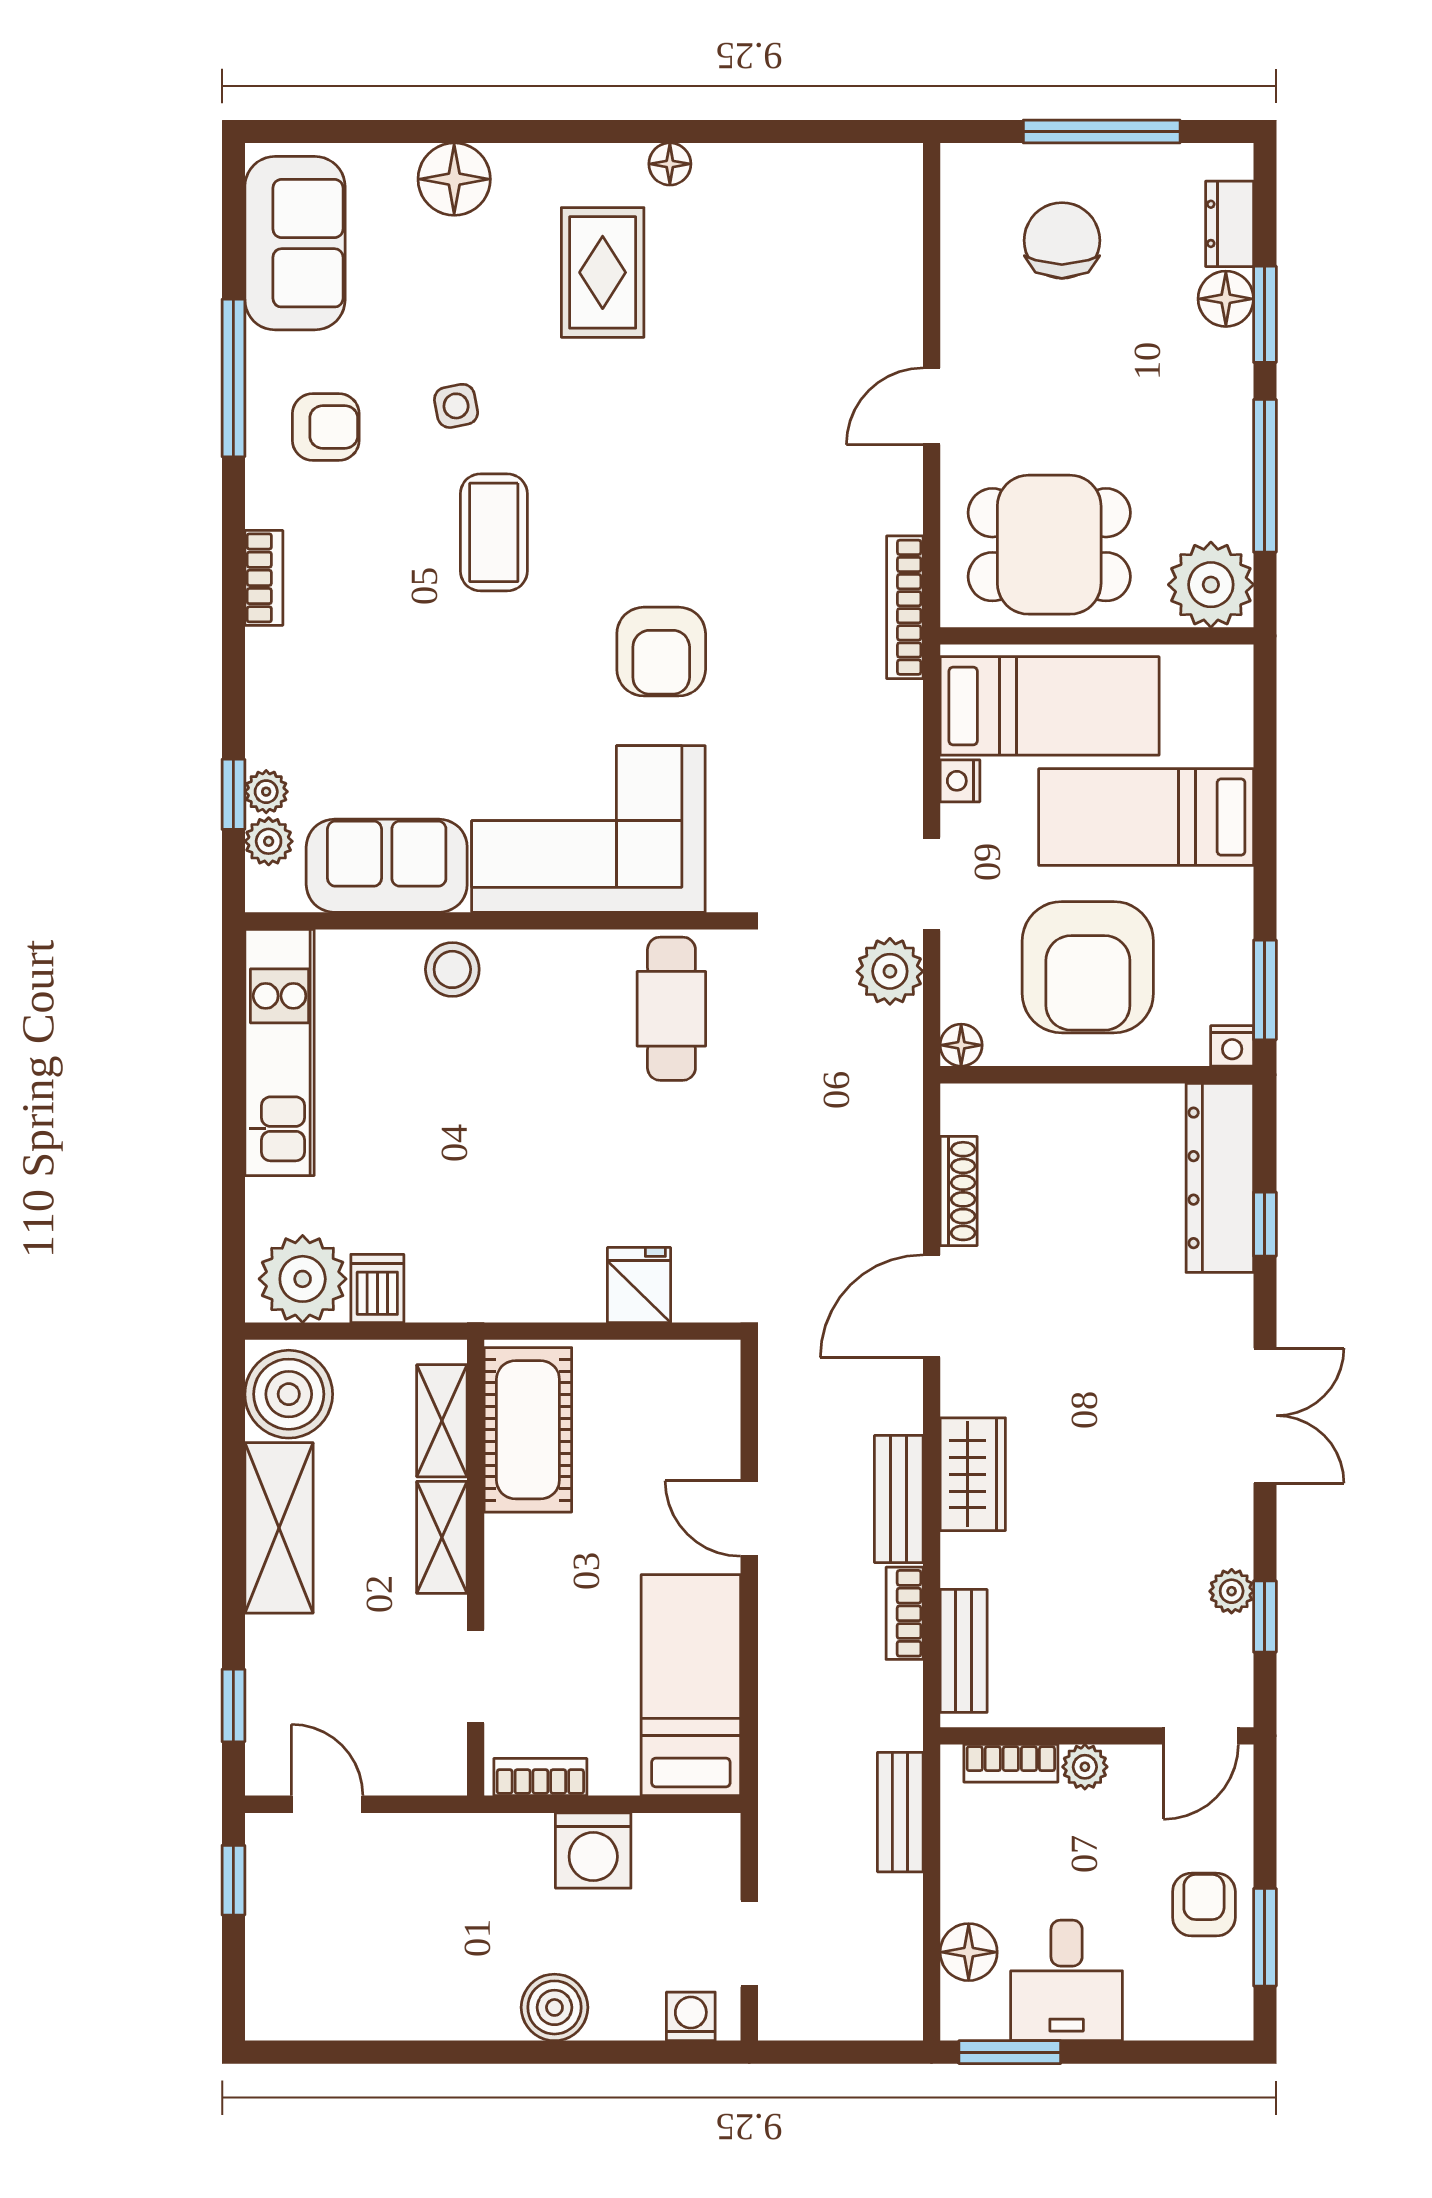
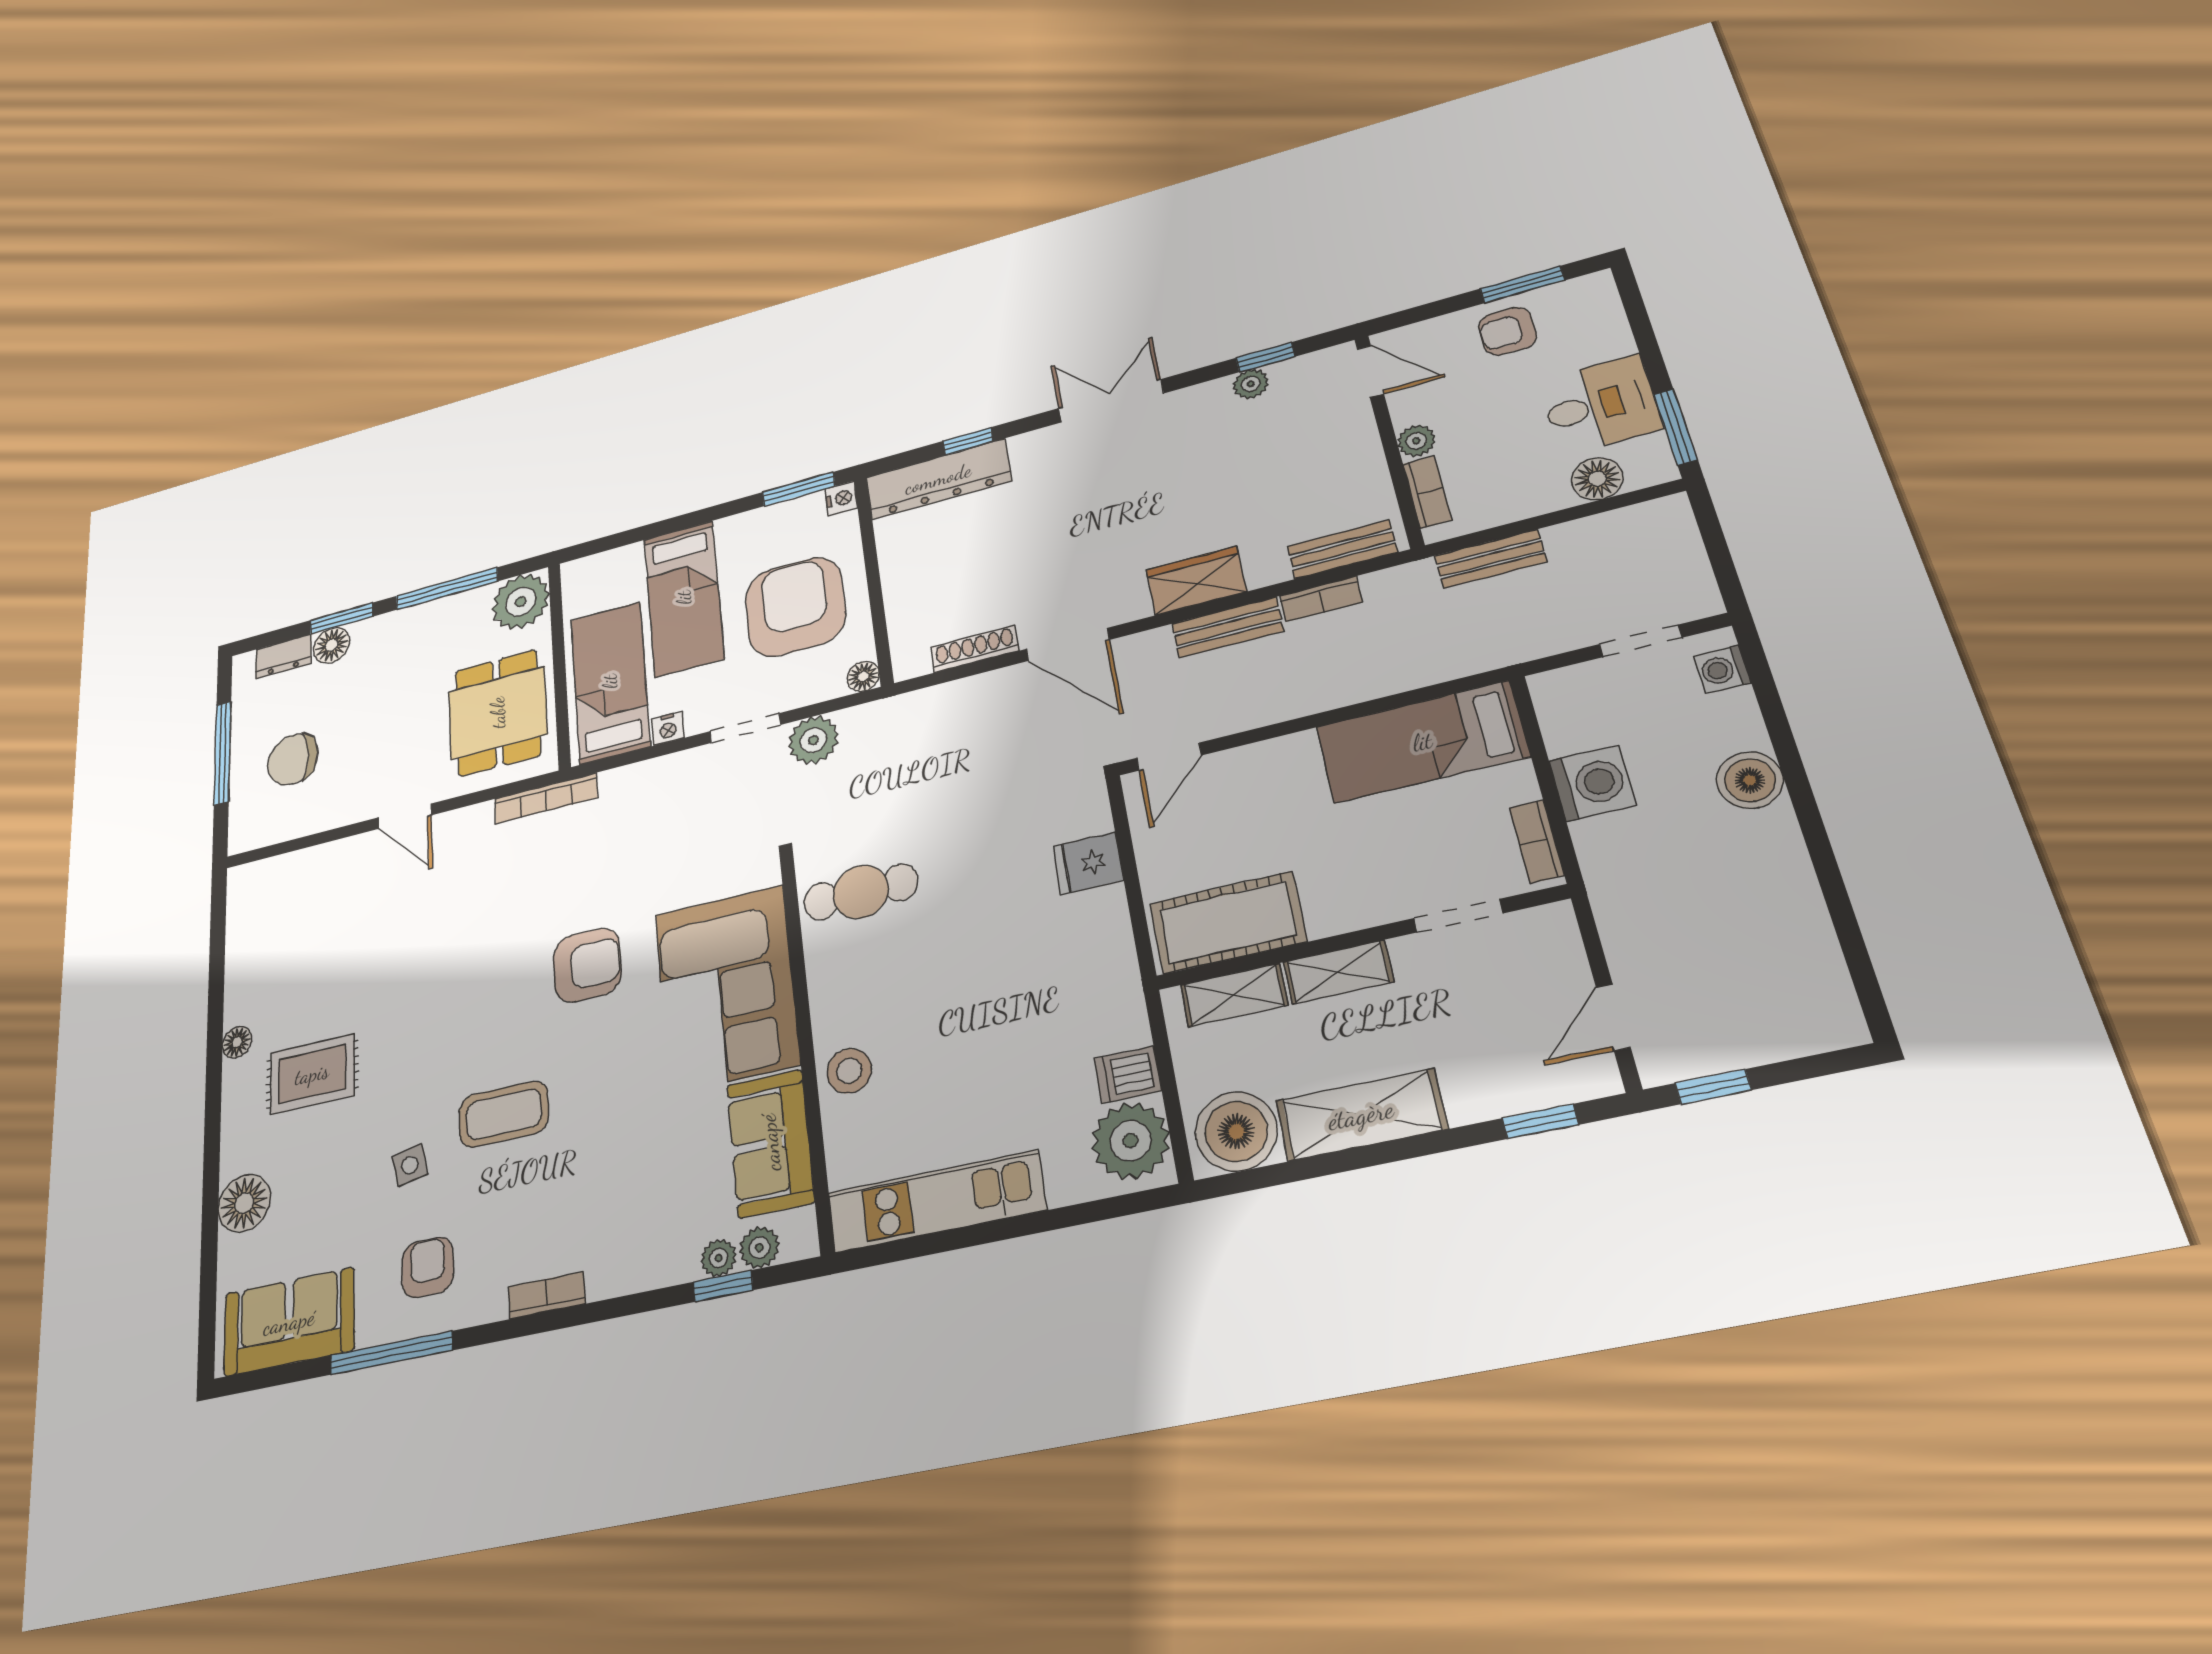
armchair: (1088, 967) -> (795, 607), turned -90
door: (749, 1519) -> (1169, 757), moved

